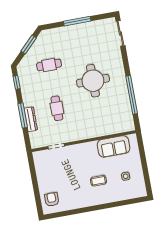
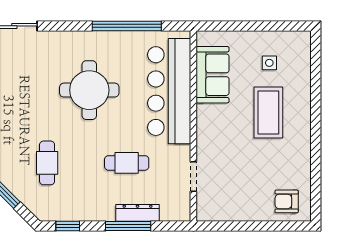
bar counter: (100, 124) -> (169, 91), added
coffee table: (98, 181) -> (268, 112), width x1.86, depth x1.72

